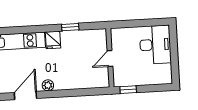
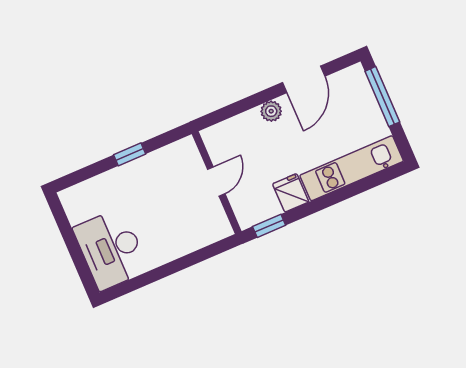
door: (110, 58) -> (216, 181), moved
wall: (110, 58) -> (217, 183), moved

